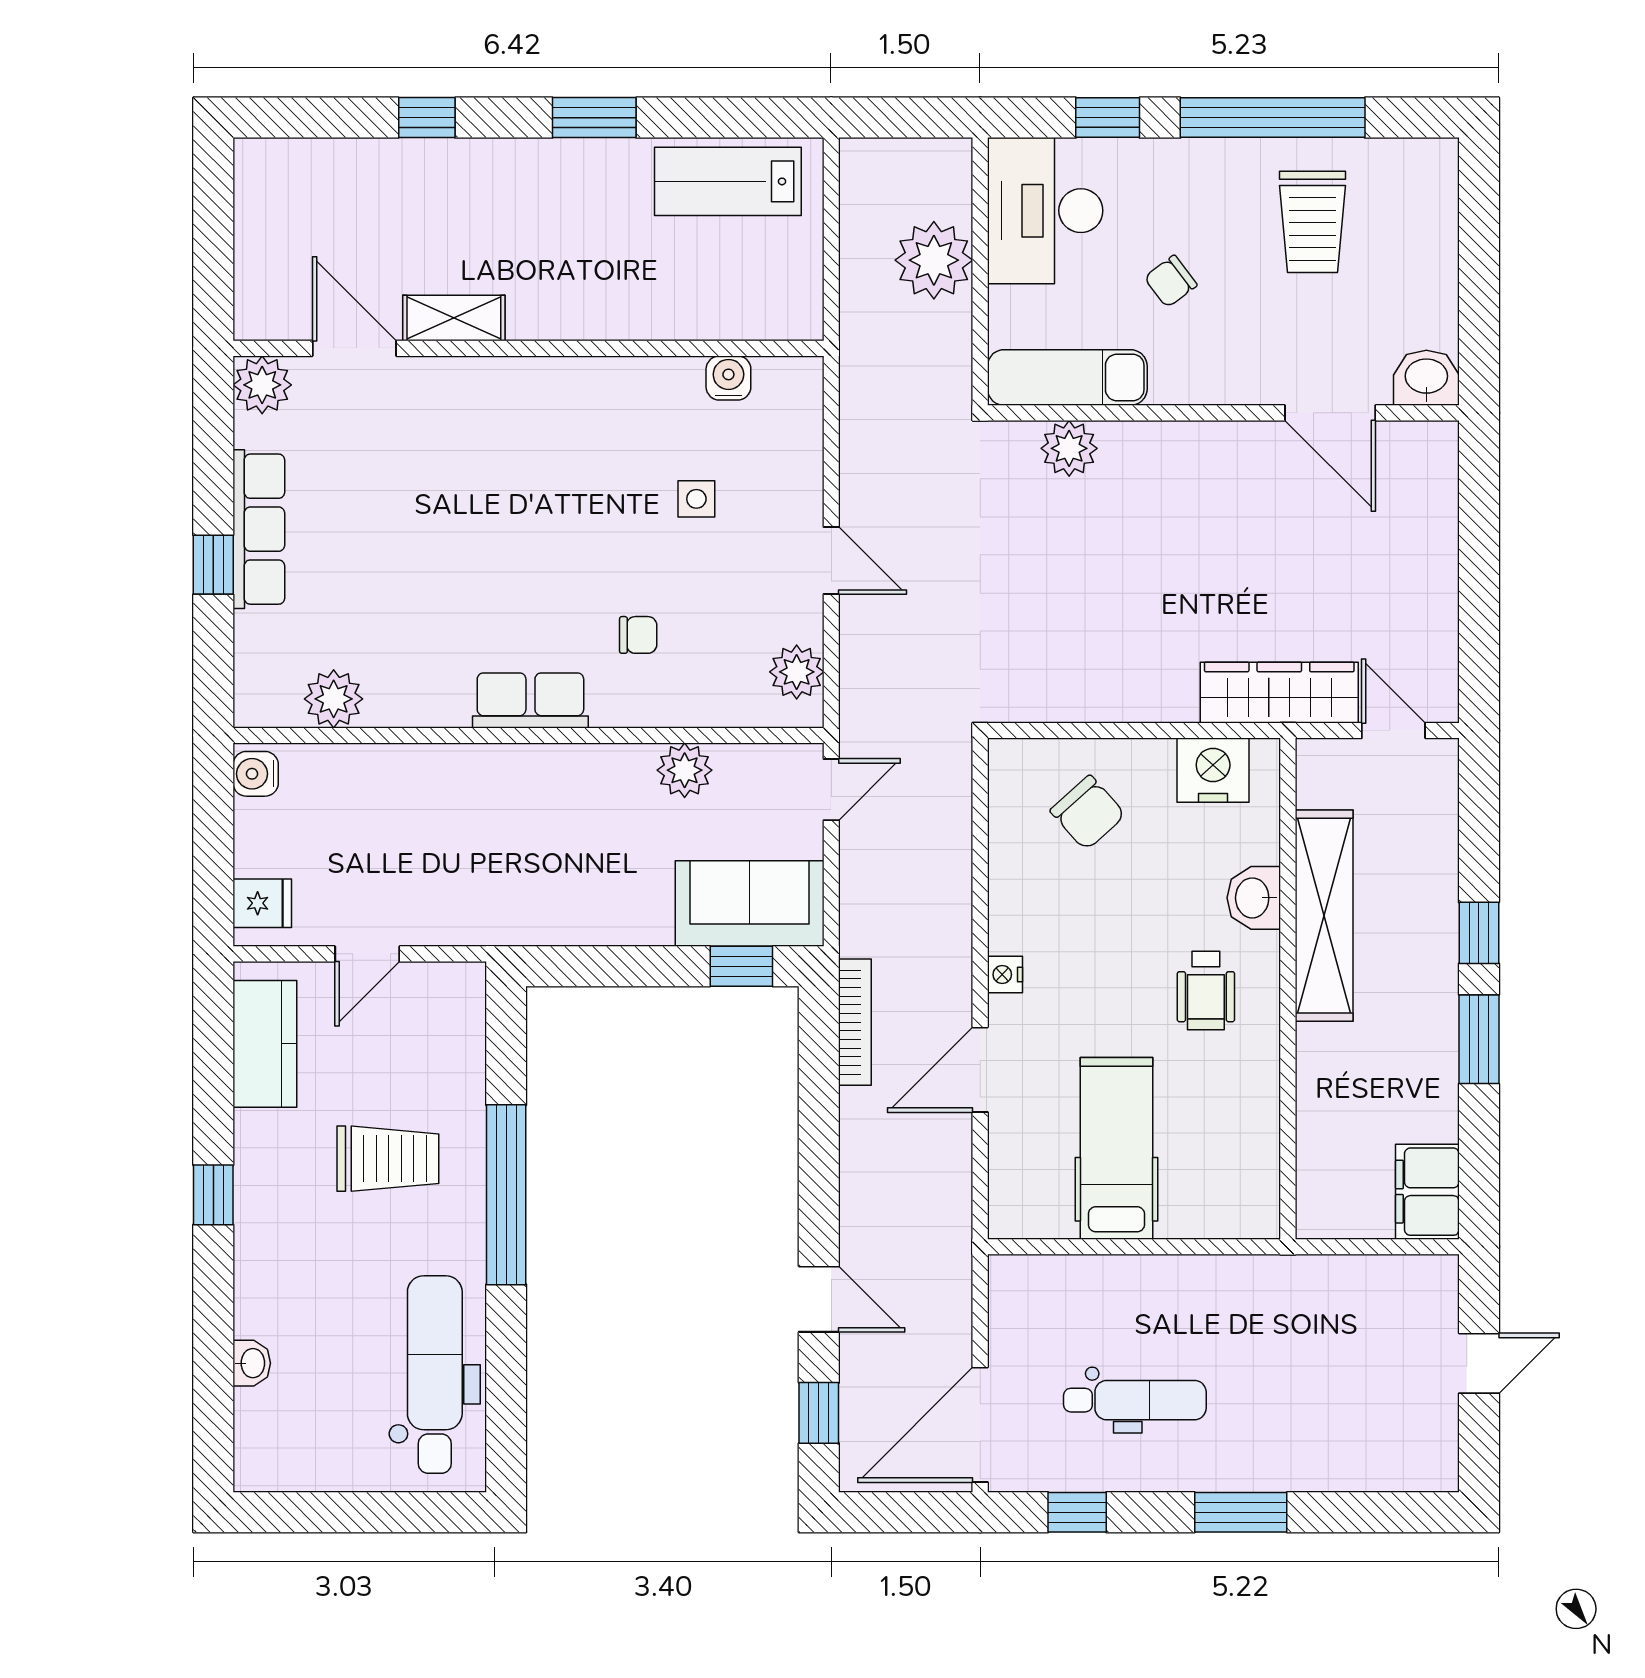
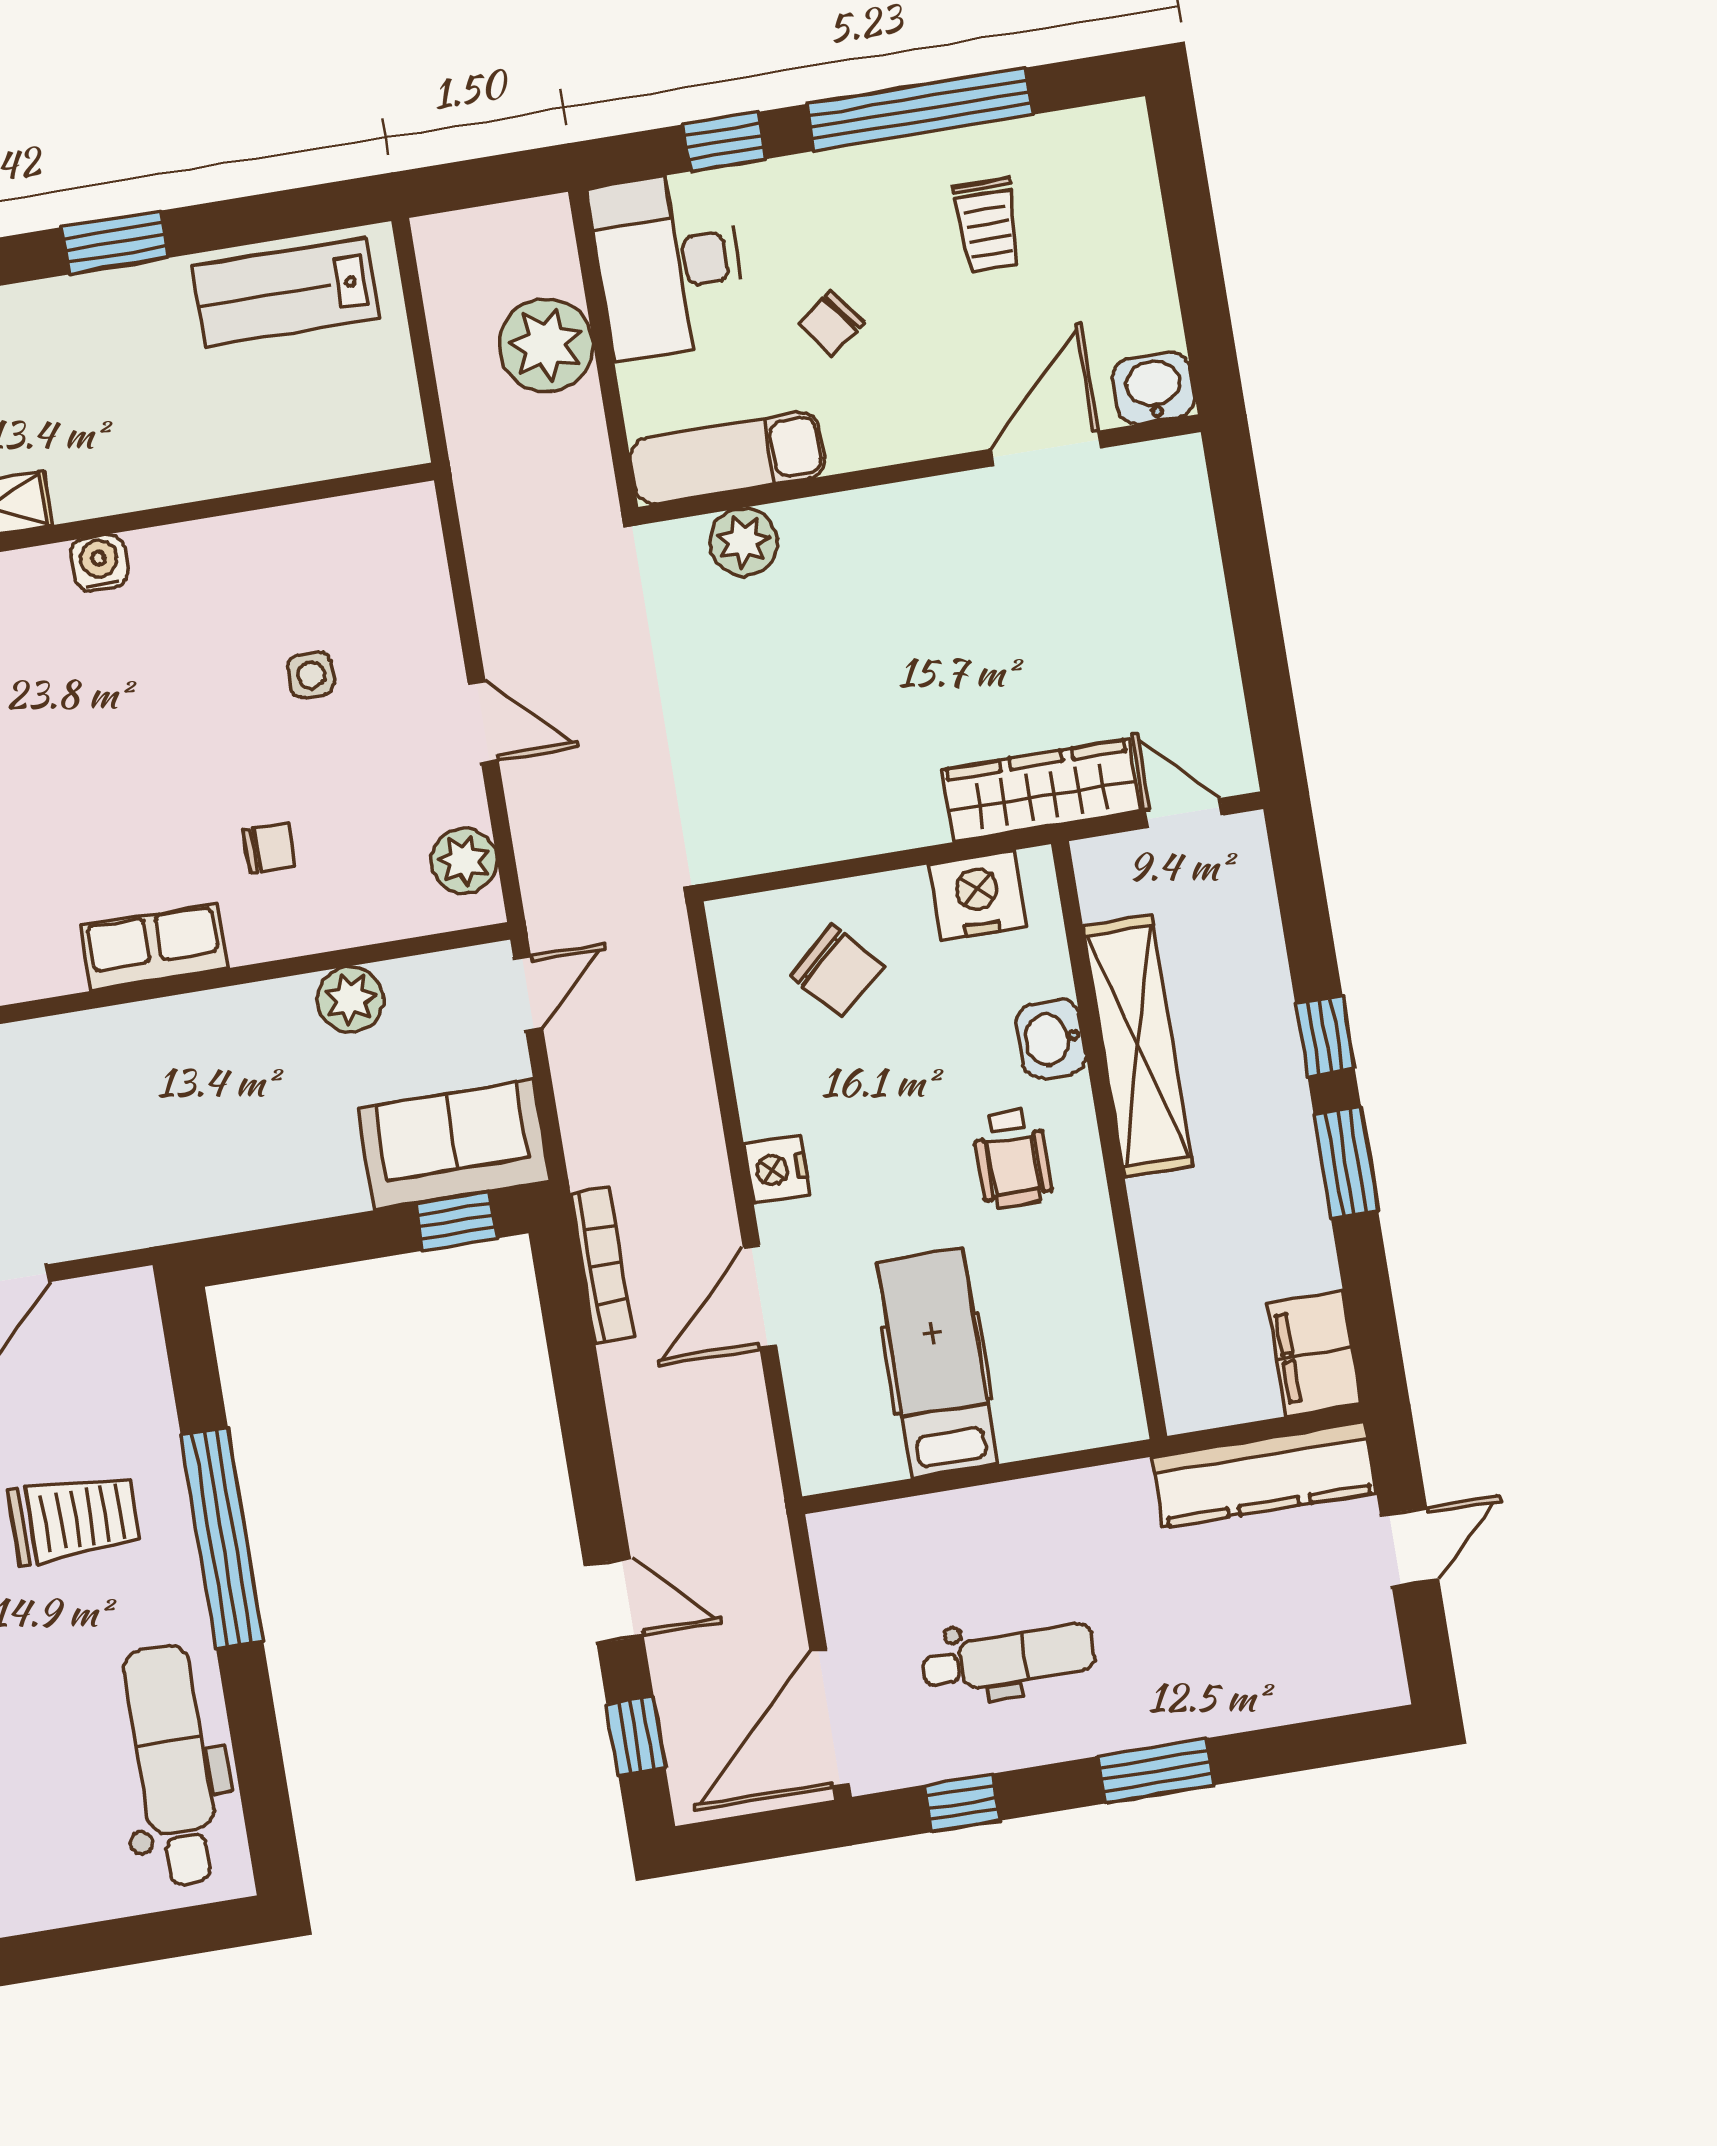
trolley: (1312, 222) -> (988, 225), width x0.73, depth x0.72
water cooler: (728, 378) -> (99, 563), moved
door: (1330, 413) -> (1046, 448), swing flipped
nightstand: (1005, 975) -> (777, 1169), width x1.39, depth x1.35
kitchen counter: (1370, 1284) -> (1264, 1474), added

